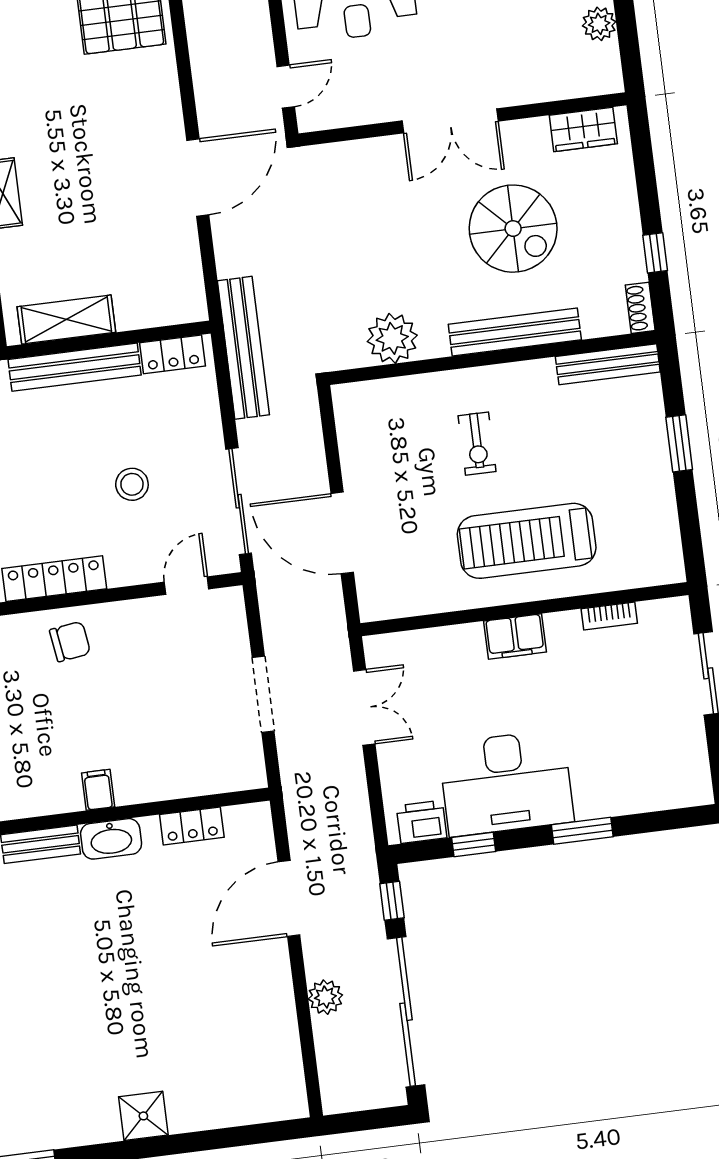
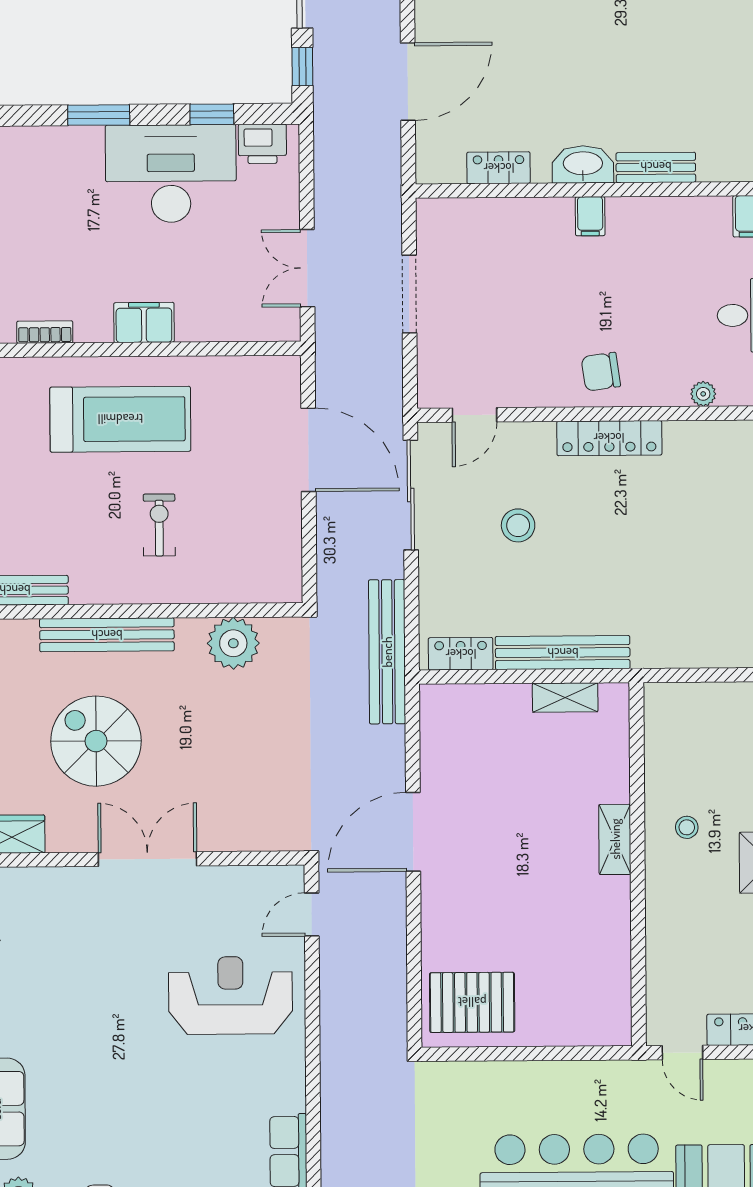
shelving: (66, 320) -> (565, 697), width x0.67, depth x0.75

